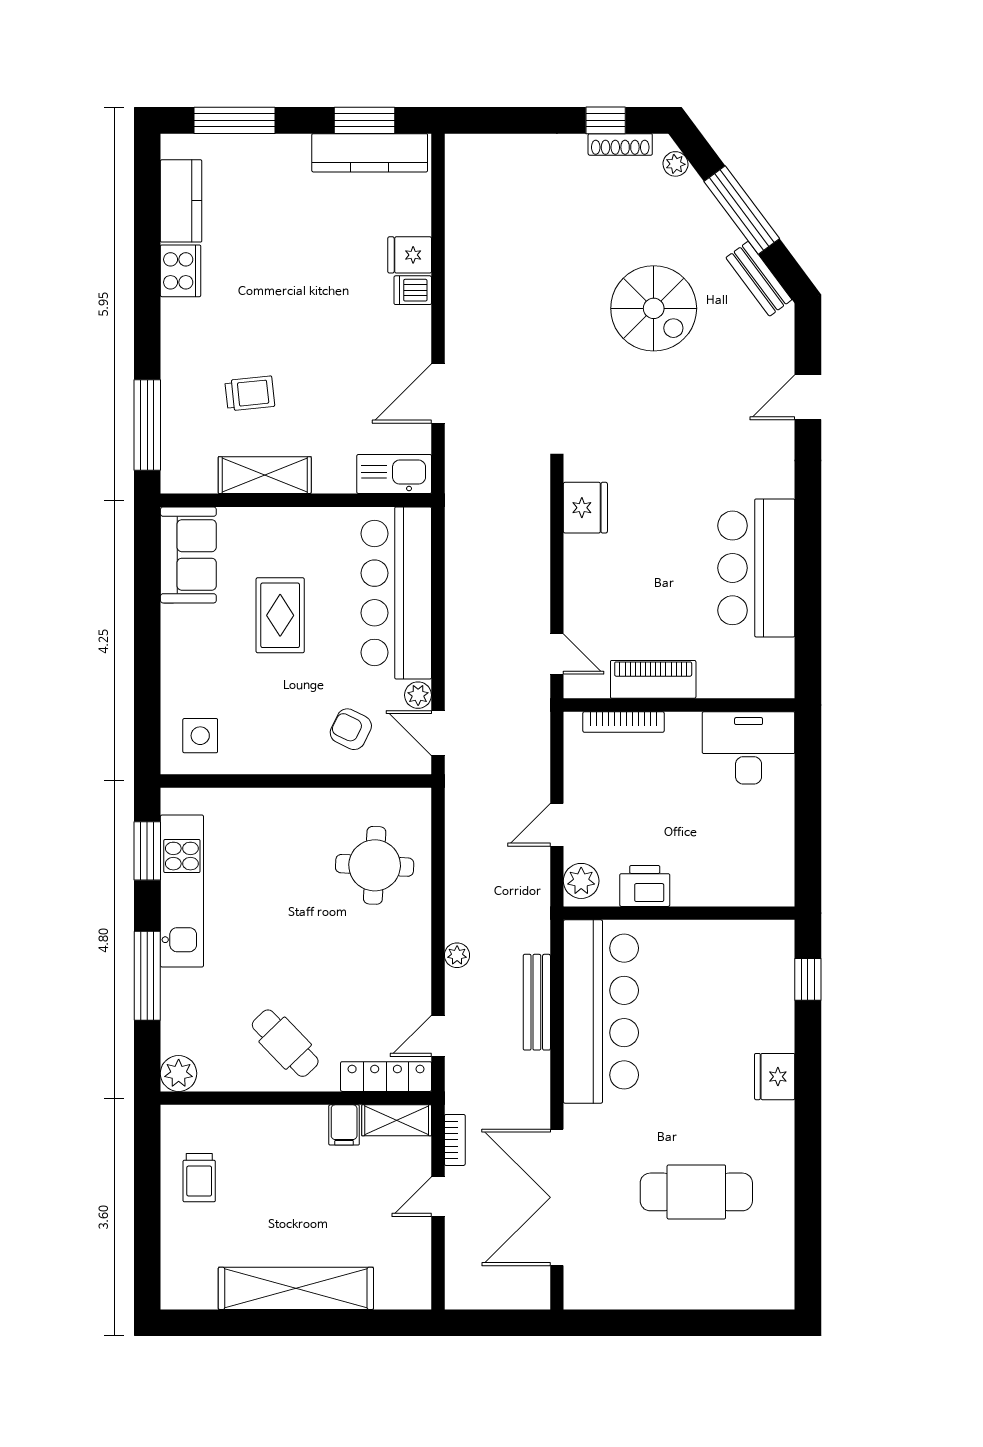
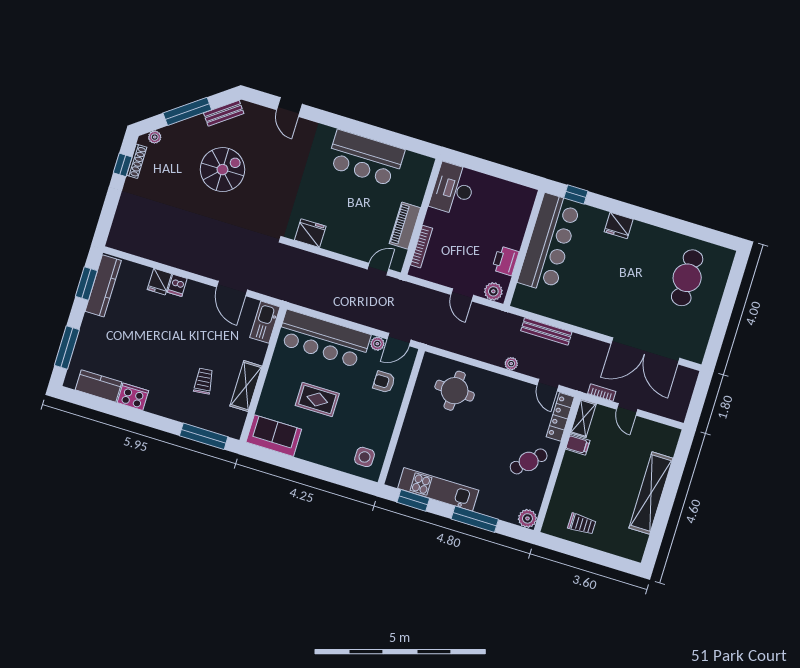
armchair: (351, 729) -> (384, 382), turned 64
bar counter: (601, 1012) -> (549, 243), moved, turned 90
cafe table: (696, 1192) -> (687, 278), moved

